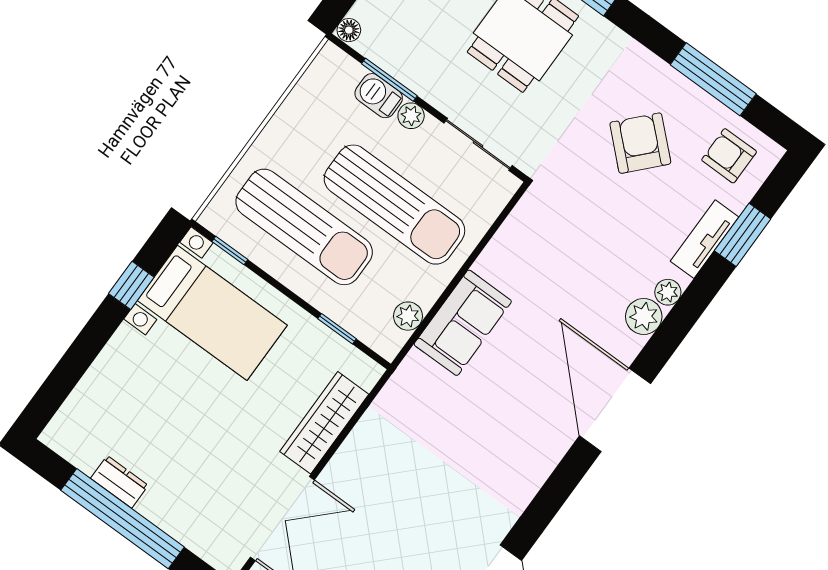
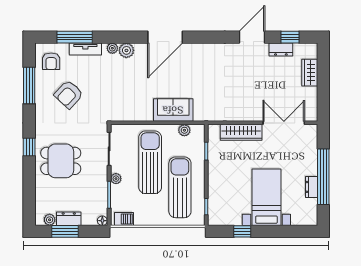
barbecue: (379, 96) -> (124, 219), moved, turned -90
window: (743, 235) -> (75, 37), width x1.44
bed with nightstands: (212, 313) -> (266, 197), moved

